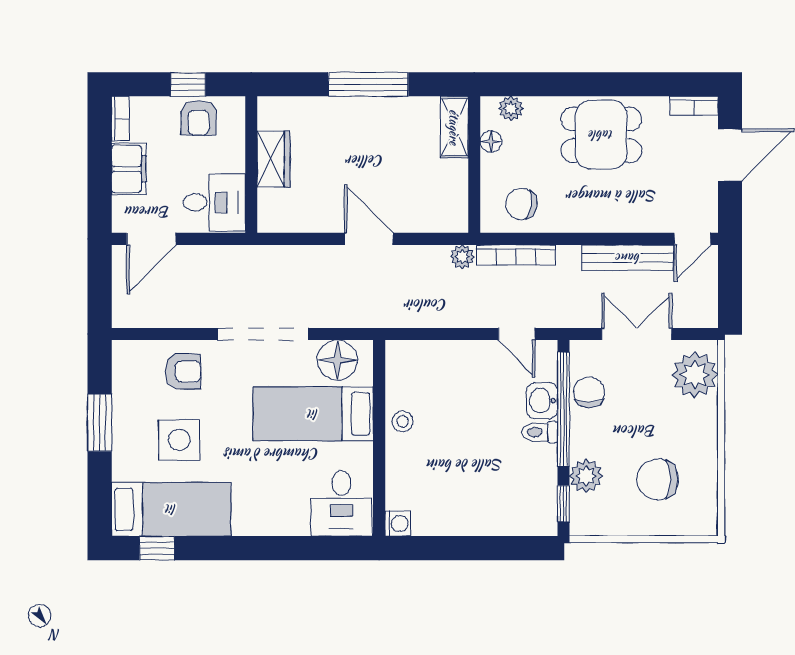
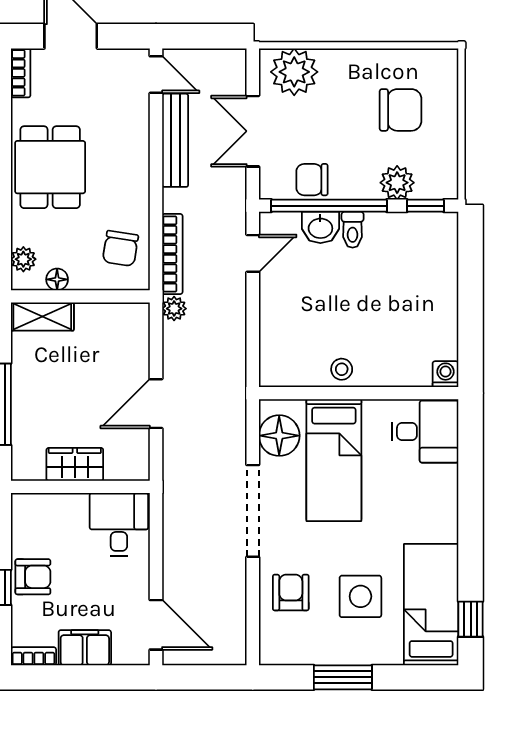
wardrobe: (273, 159) -> (75, 464), moved
wall: (251, 165) -> (80, 487), moved
desk: (214, 202) -> (119, 524), moved
chair: (658, 479) -> (401, 110), turned -90

